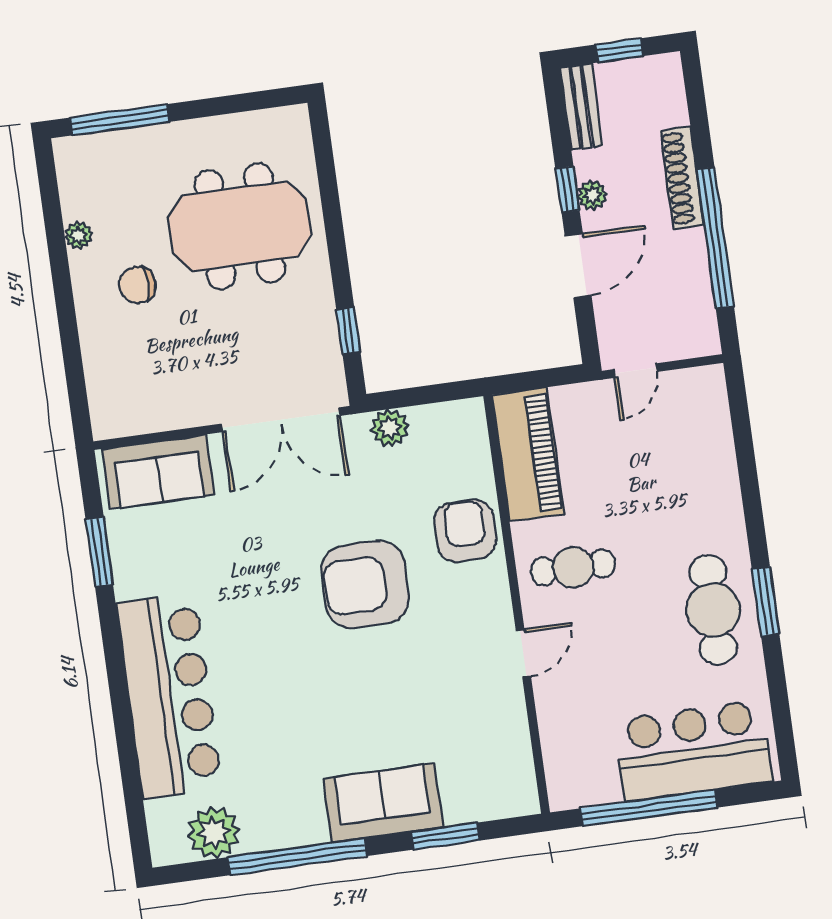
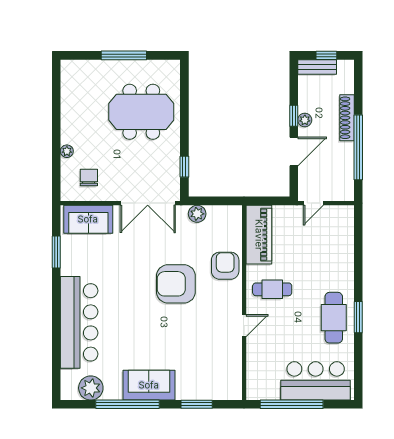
bench: (581, 107) -> (317, 67), moved, turned 90
window: (120, 120) -> (124, 55), moved
plant: (79, 235) -> (67, 151), moved
chair: (137, 285) -> (89, 178), moved, turned 90
sofa: (383, 803) -> (149, 385), moved

